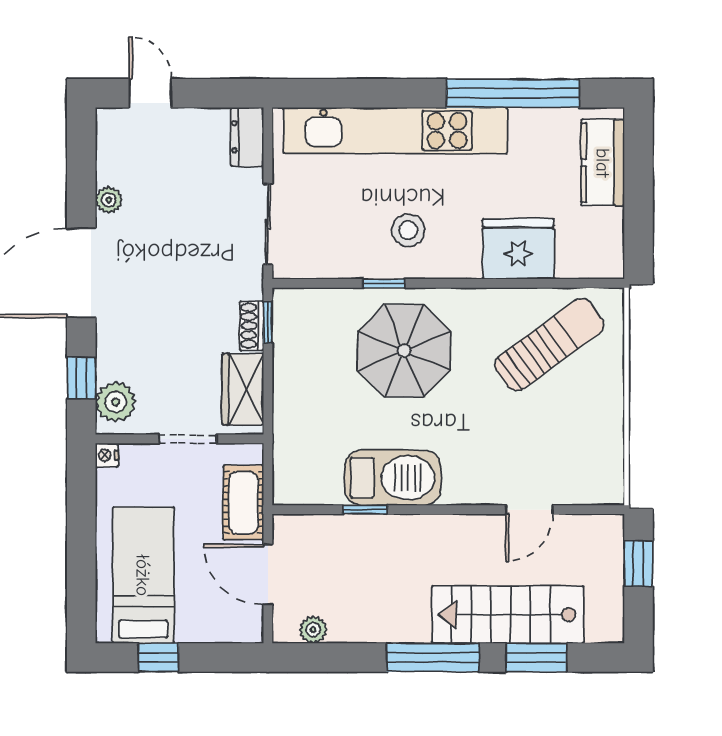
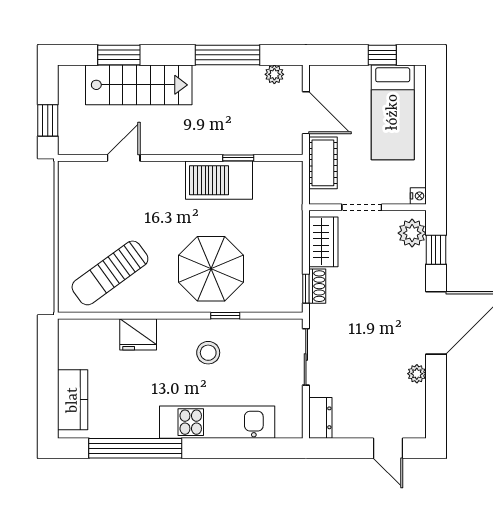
kitchen unit: (395, 131) -> (217, 422), width x0.73
fridge: (518, 249) -> (138, 334), width x0.73, depth x0.75
window: (433, 657) -> (228, 55), moved

